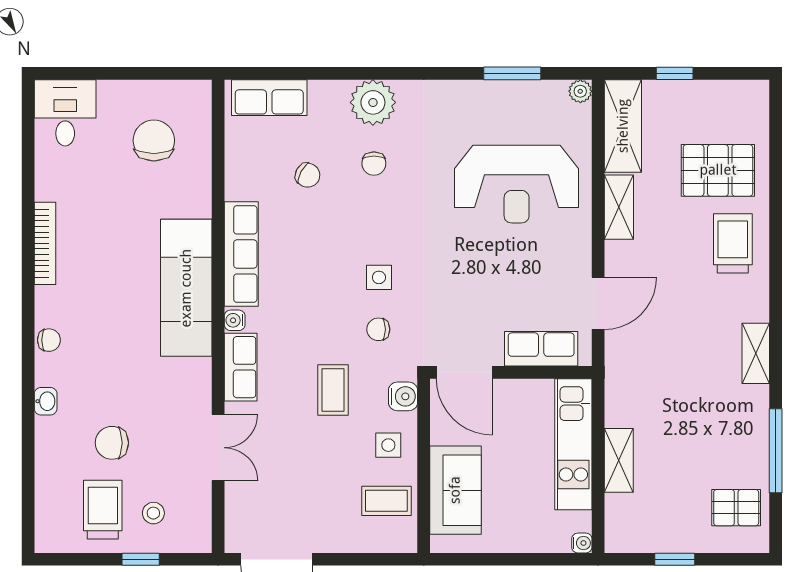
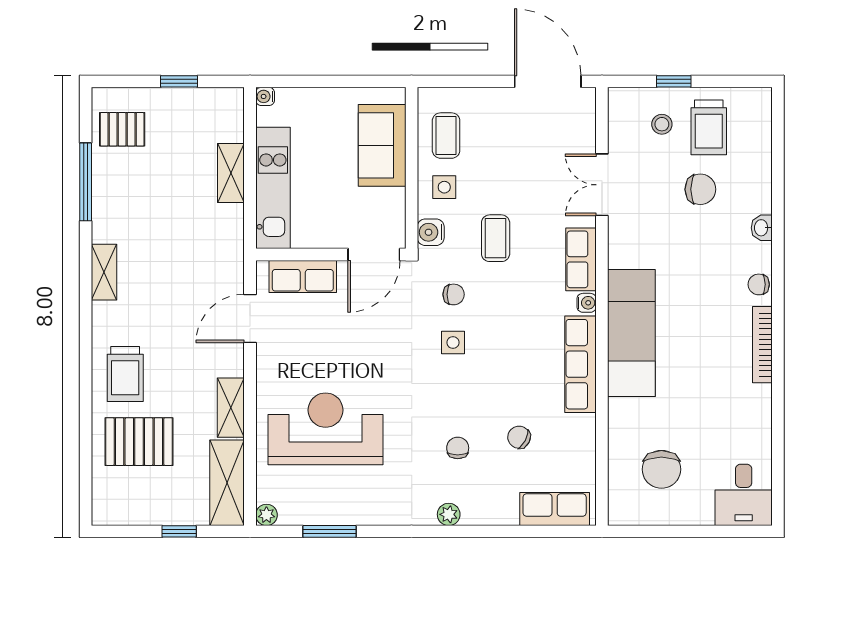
plant: (373, 102) -> (449, 514), width x0.53, depth x0.53
bookcase: (45, 243) -> (762, 345), moved
door: (464, 372) -> (374, 254), swing flipped
coffee table: (386, 501) -> (446, 136), turned 90

